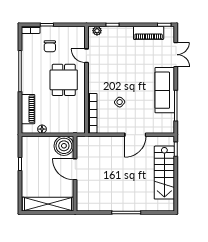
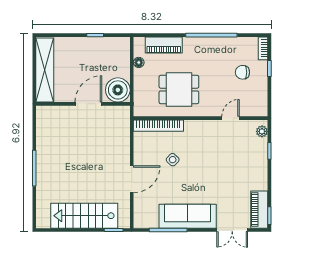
piano: (149, 33) -> (259, 210), moved
dining table: (64, 80) -> (179, 90), moved
door: (135, 135) -> (132, 179), swing flipped

